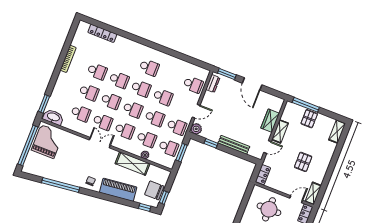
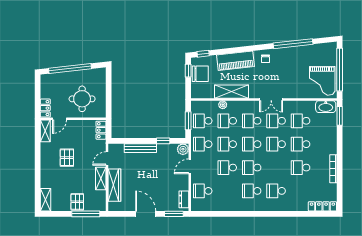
locker: (102, 33) -> (322, 206), moved
school desk: (119, 80) -> (276, 191), moved
wardrobe: (270, 121) -> (114, 185), width x1.50

